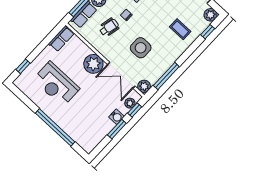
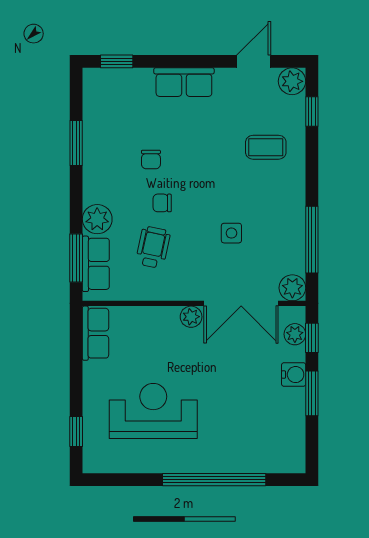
side table: (141, 48) -> (231, 233), width x0.54, depth x0.54
plant: (93, 64) -> (191, 317), width x0.53, depth x0.53
reception desk: (56, 84) -> (153, 411), turned 180

